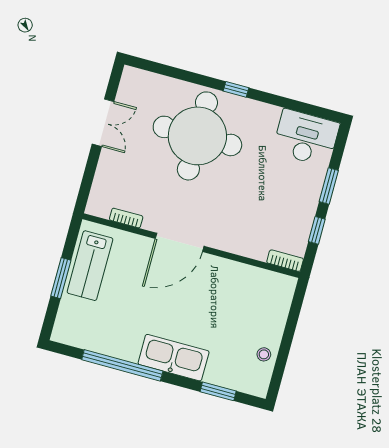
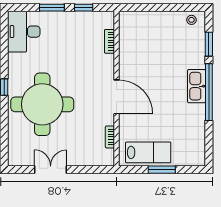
bookcase: (285, 261) -> (110, 41), moved
stool: (264, 354) -> (191, 20), moved
kitchen sink: (174, 358) -> (197, 86), width x0.73, depth x0.81
window: (122, 365) -> (209, 92), moved

